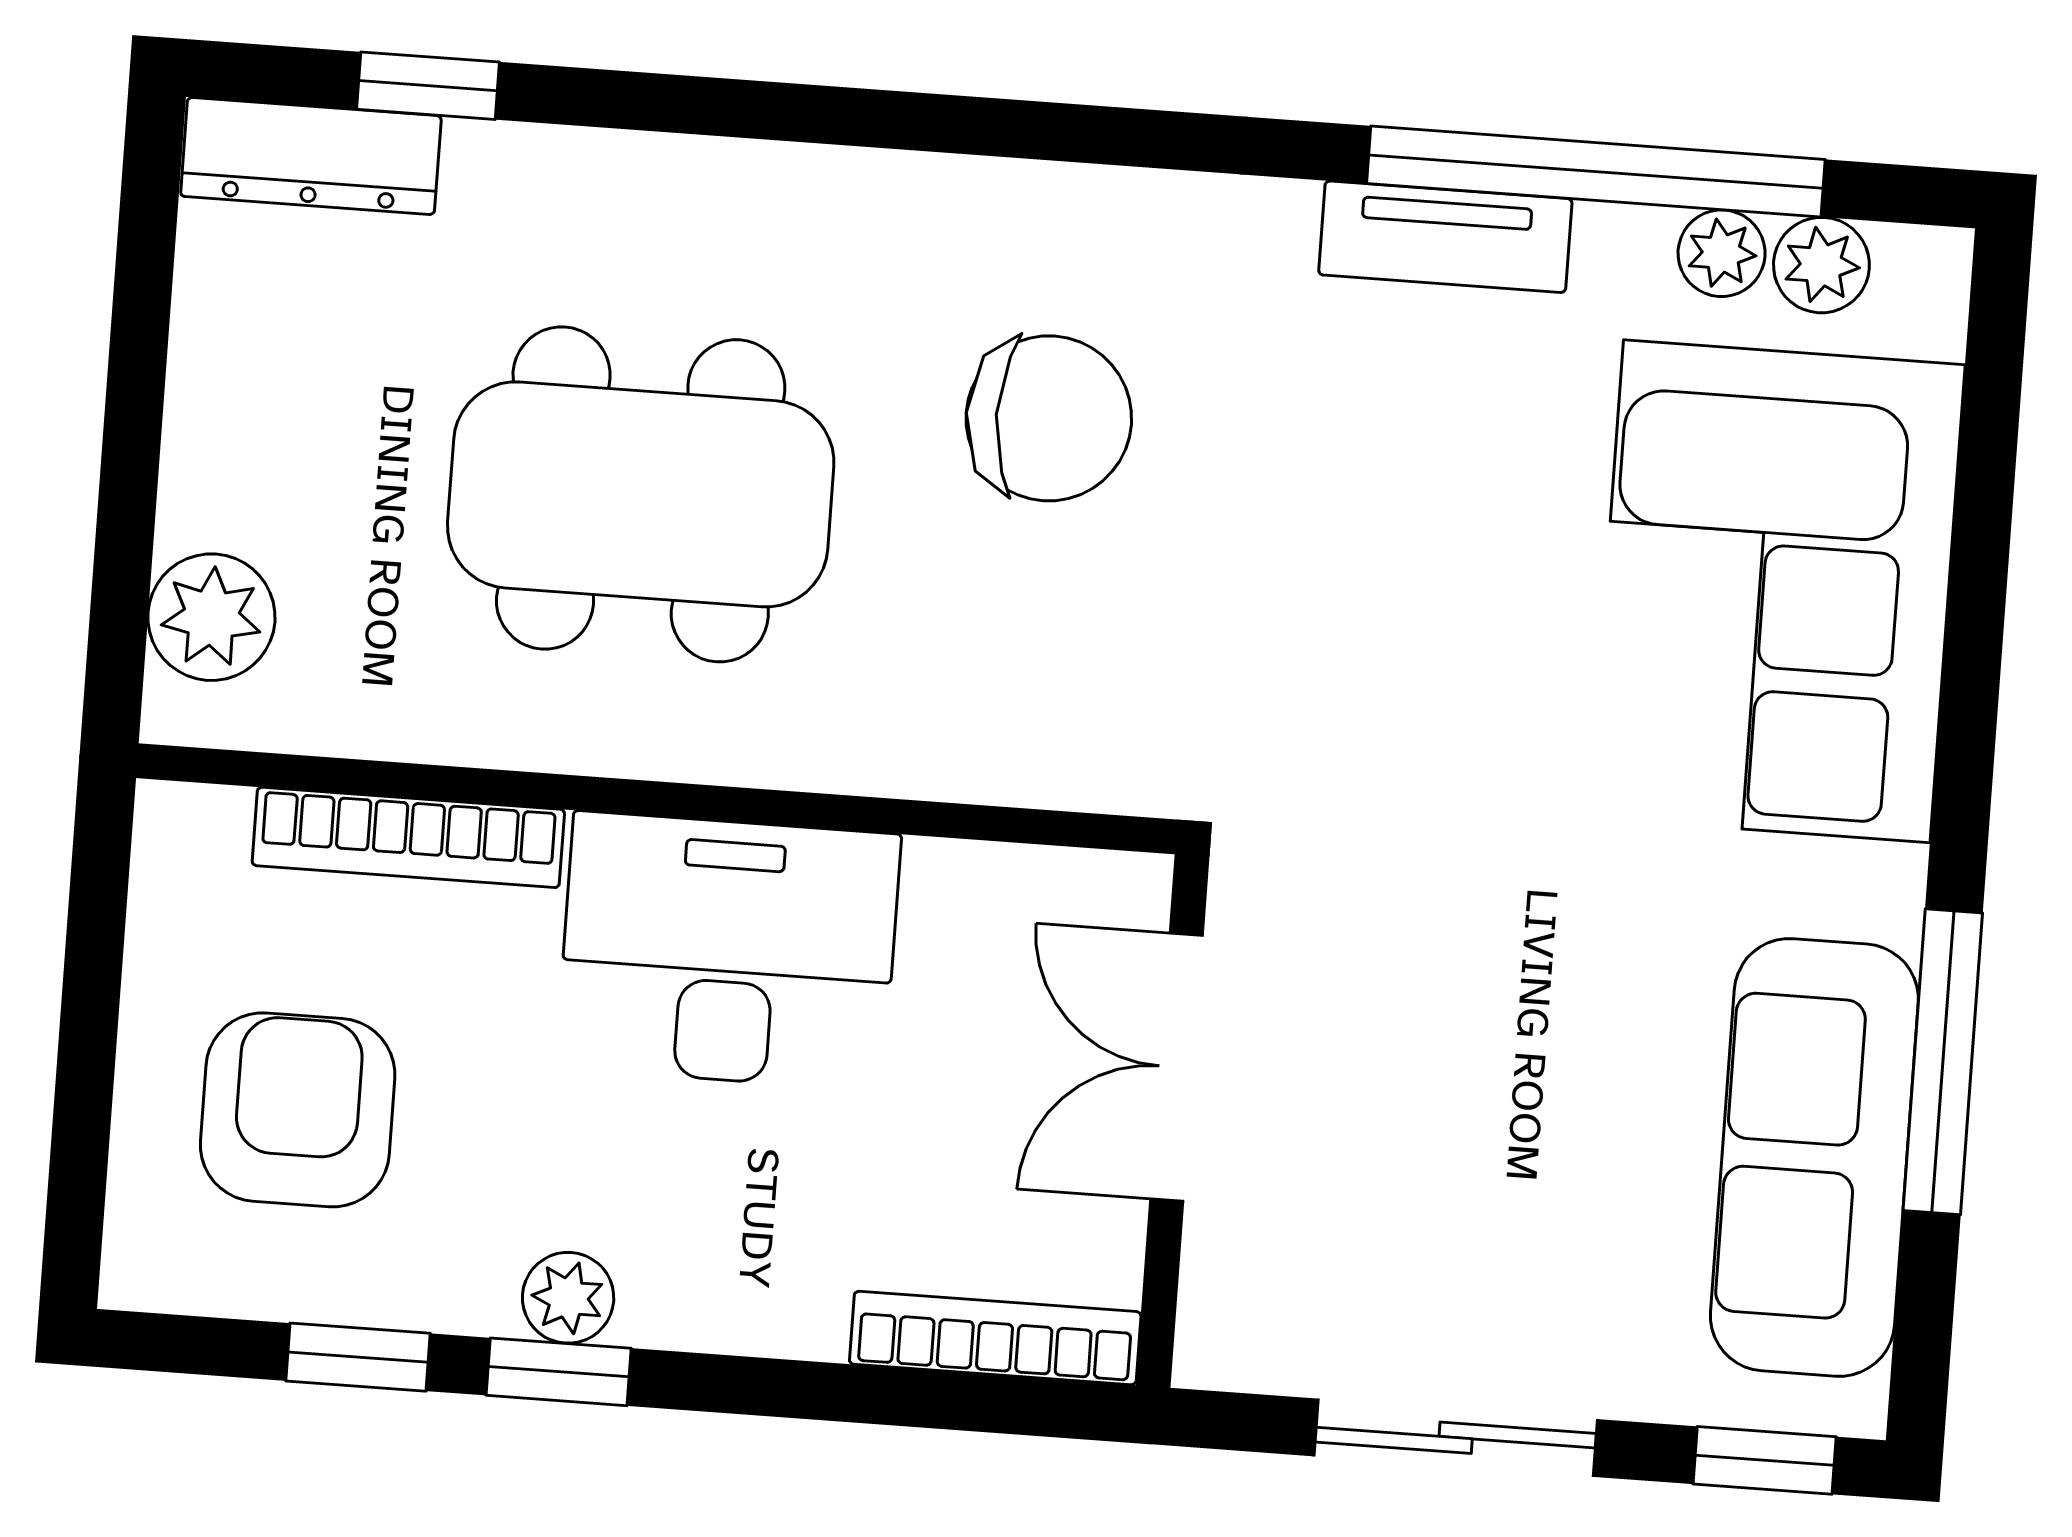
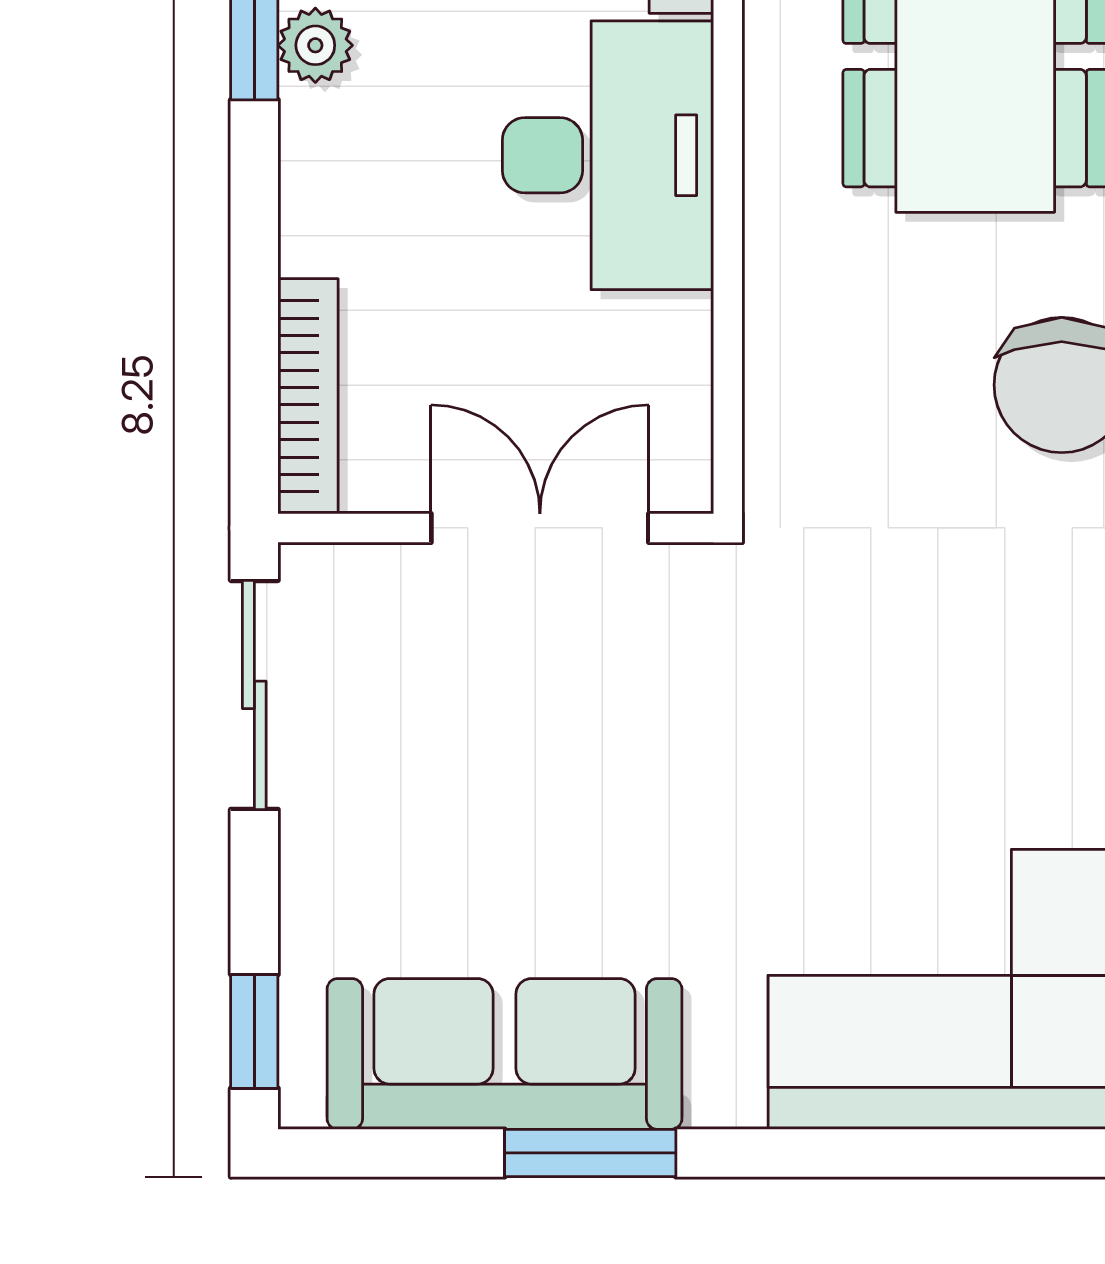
window: (1943, 1062) -> (590, 1153), width x0.69
sliding door: (1456, 1438) -> (254, 695), moved

